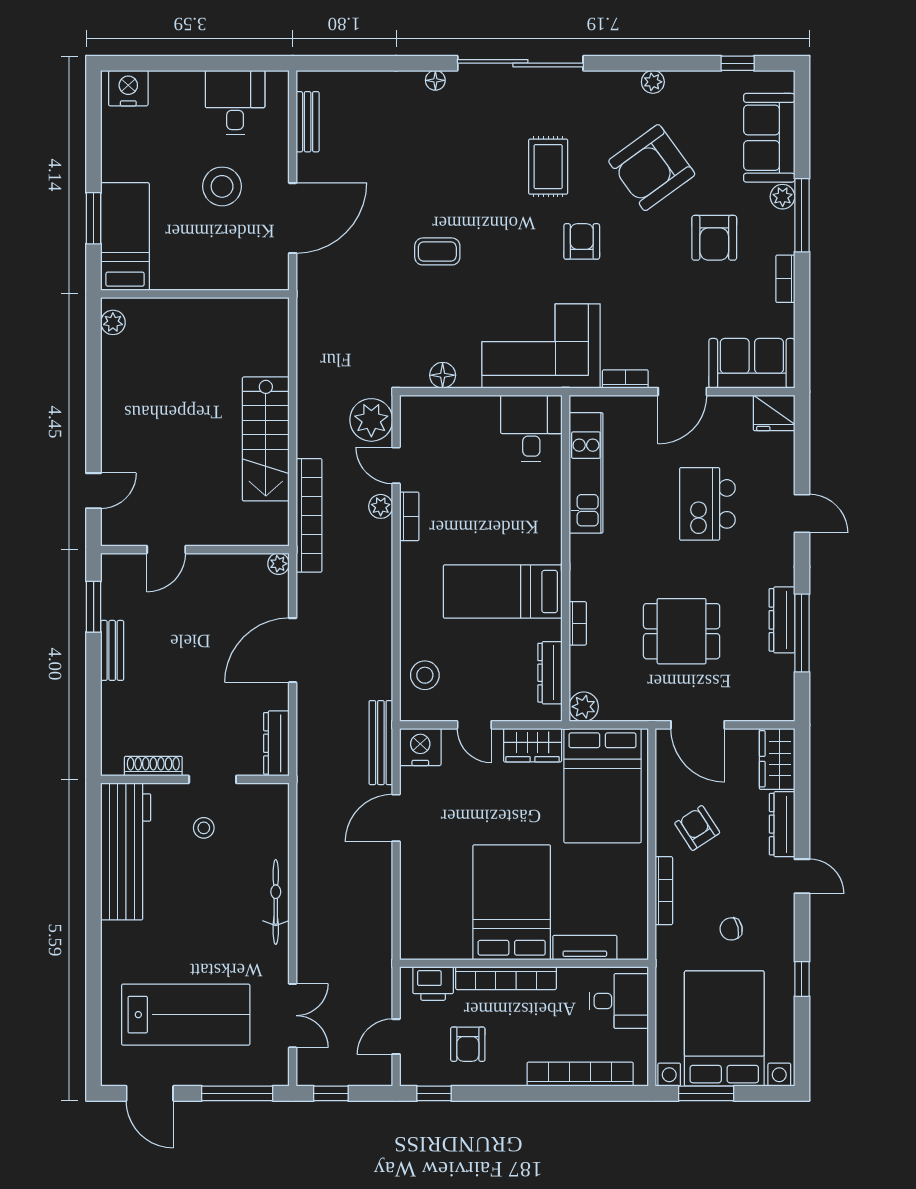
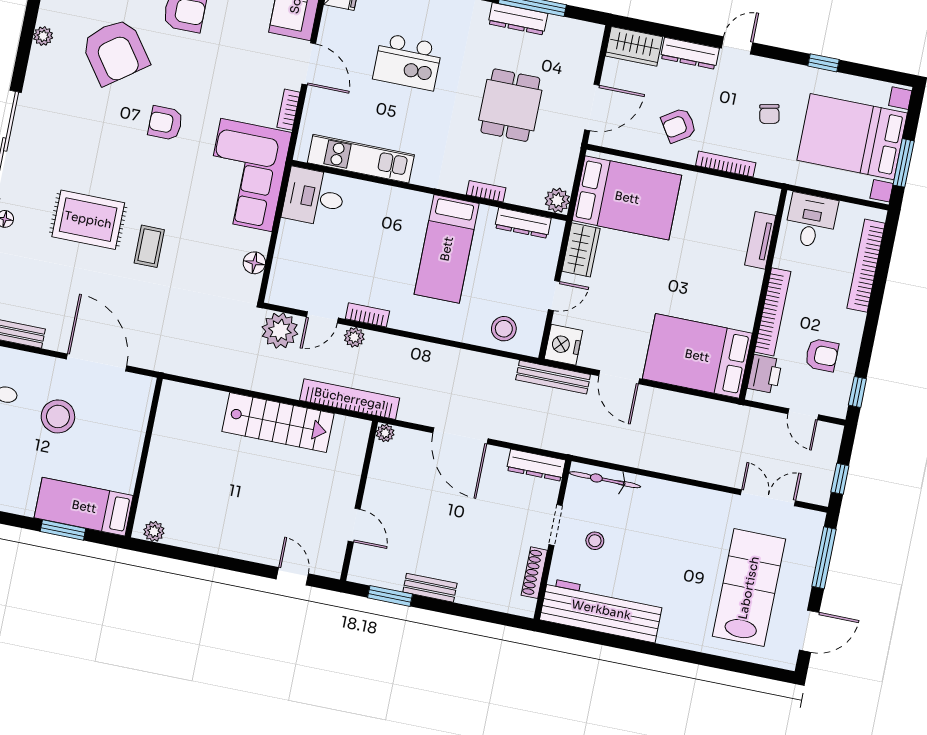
rug: (548, 167) -> (88, 220), moved, width x1.36, depth x1.43
bicycle: (276, 902) -> (605, 480), moved
bed: (512, 902) -> (697, 356), moved

